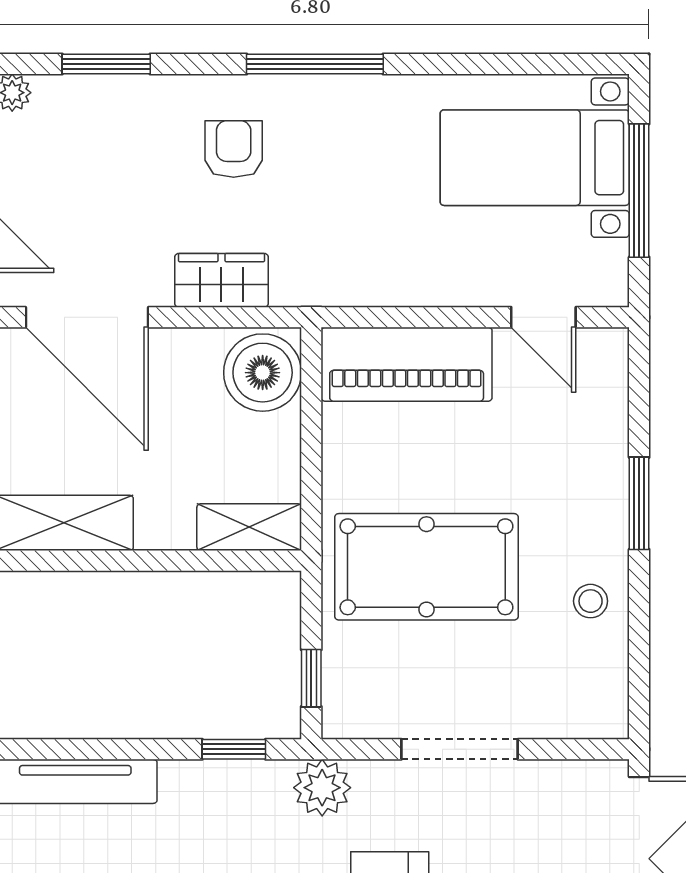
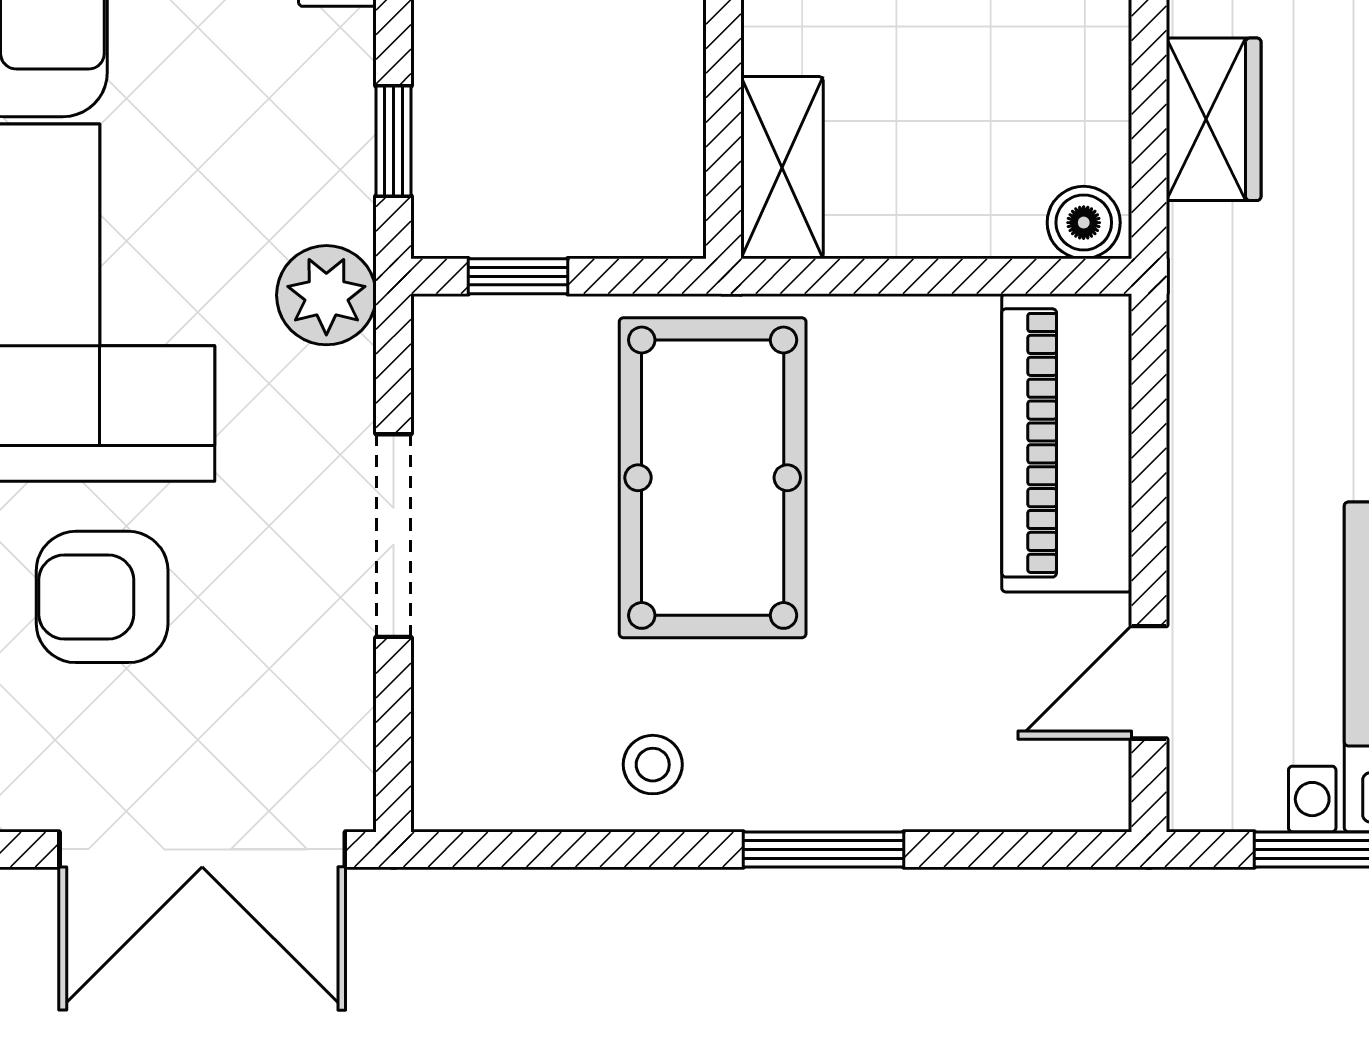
boiler: (263, 373) -> (1084, 223), width x0.54, depth x0.54

